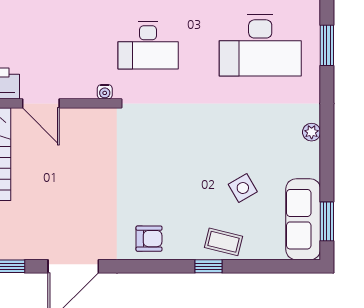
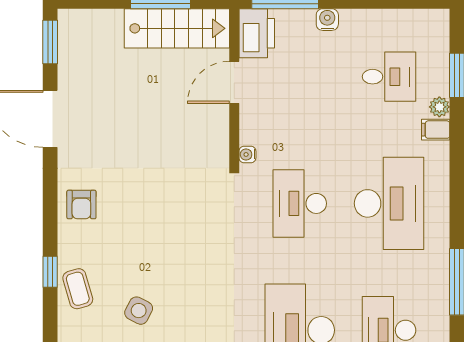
side table: (243, 188) -> (139, 311), turned -33
coffee table: (224, 242) -> (78, 289), turned -30

